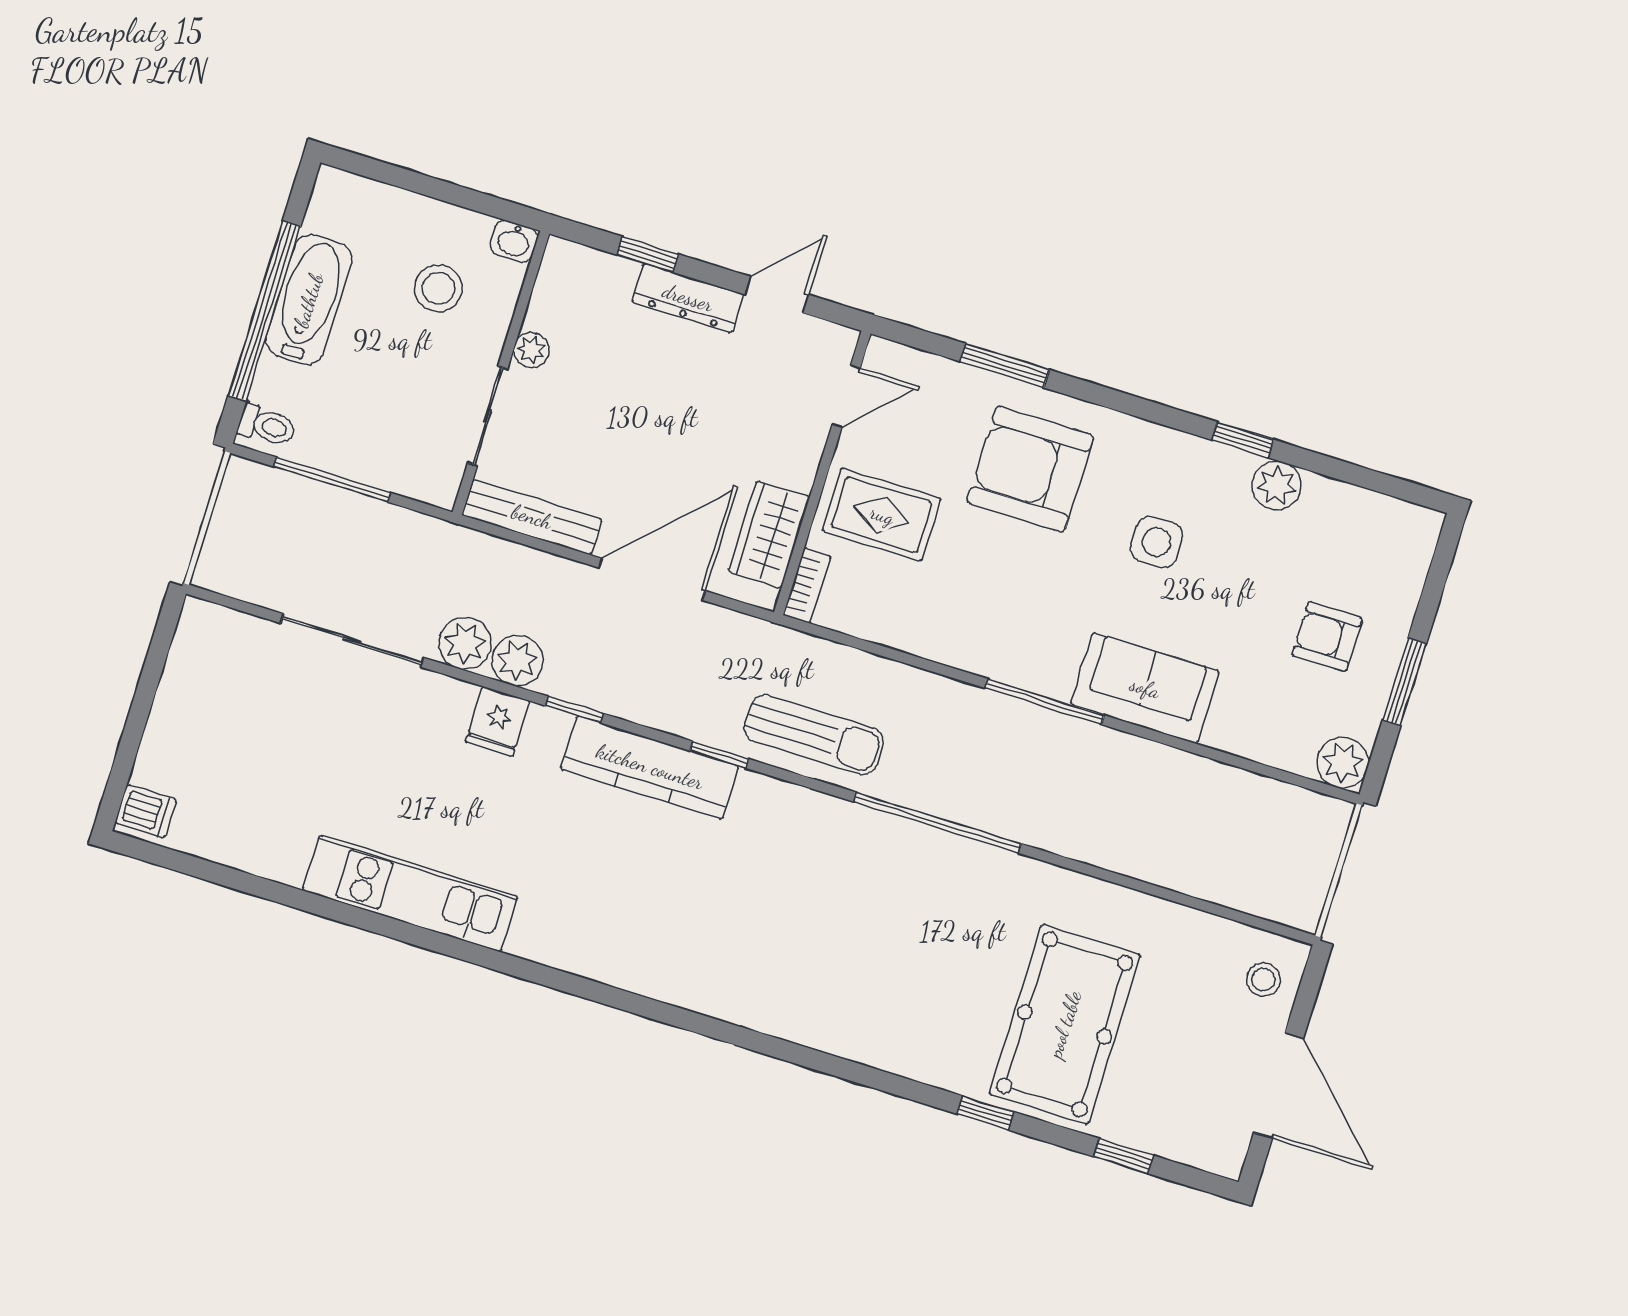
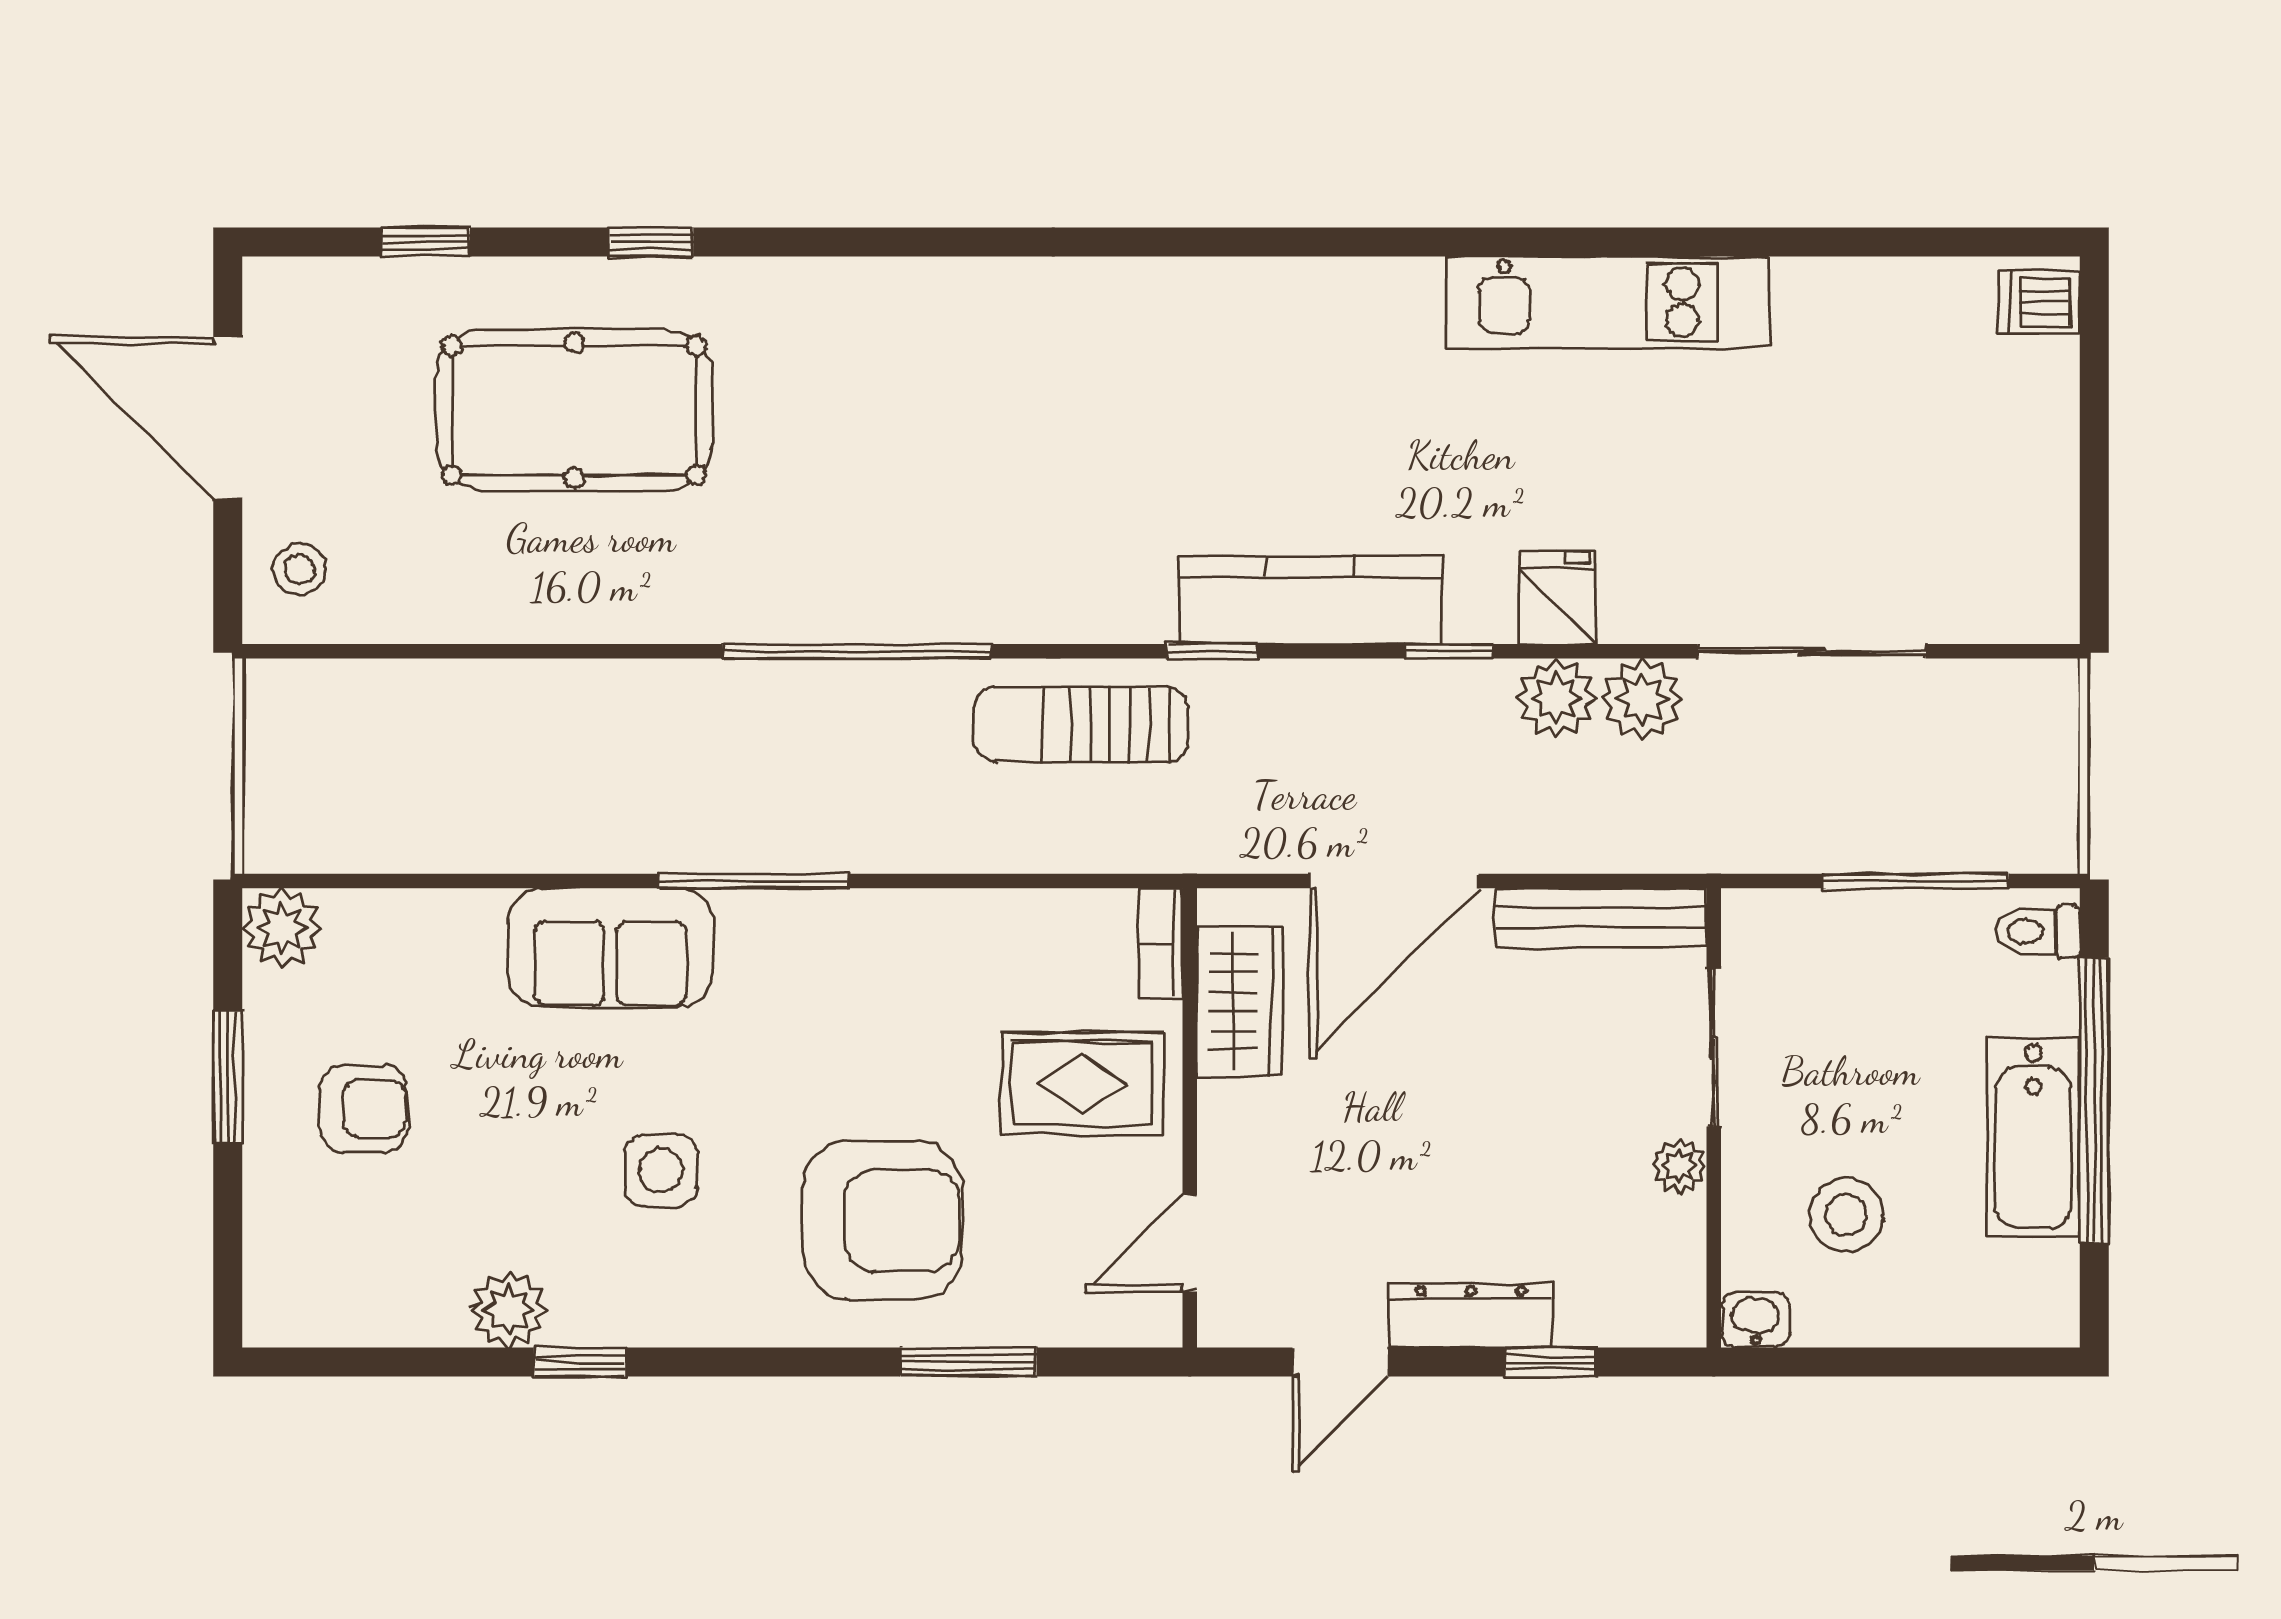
pool table: (1065, 1024) -> (574, 410), turned 90

